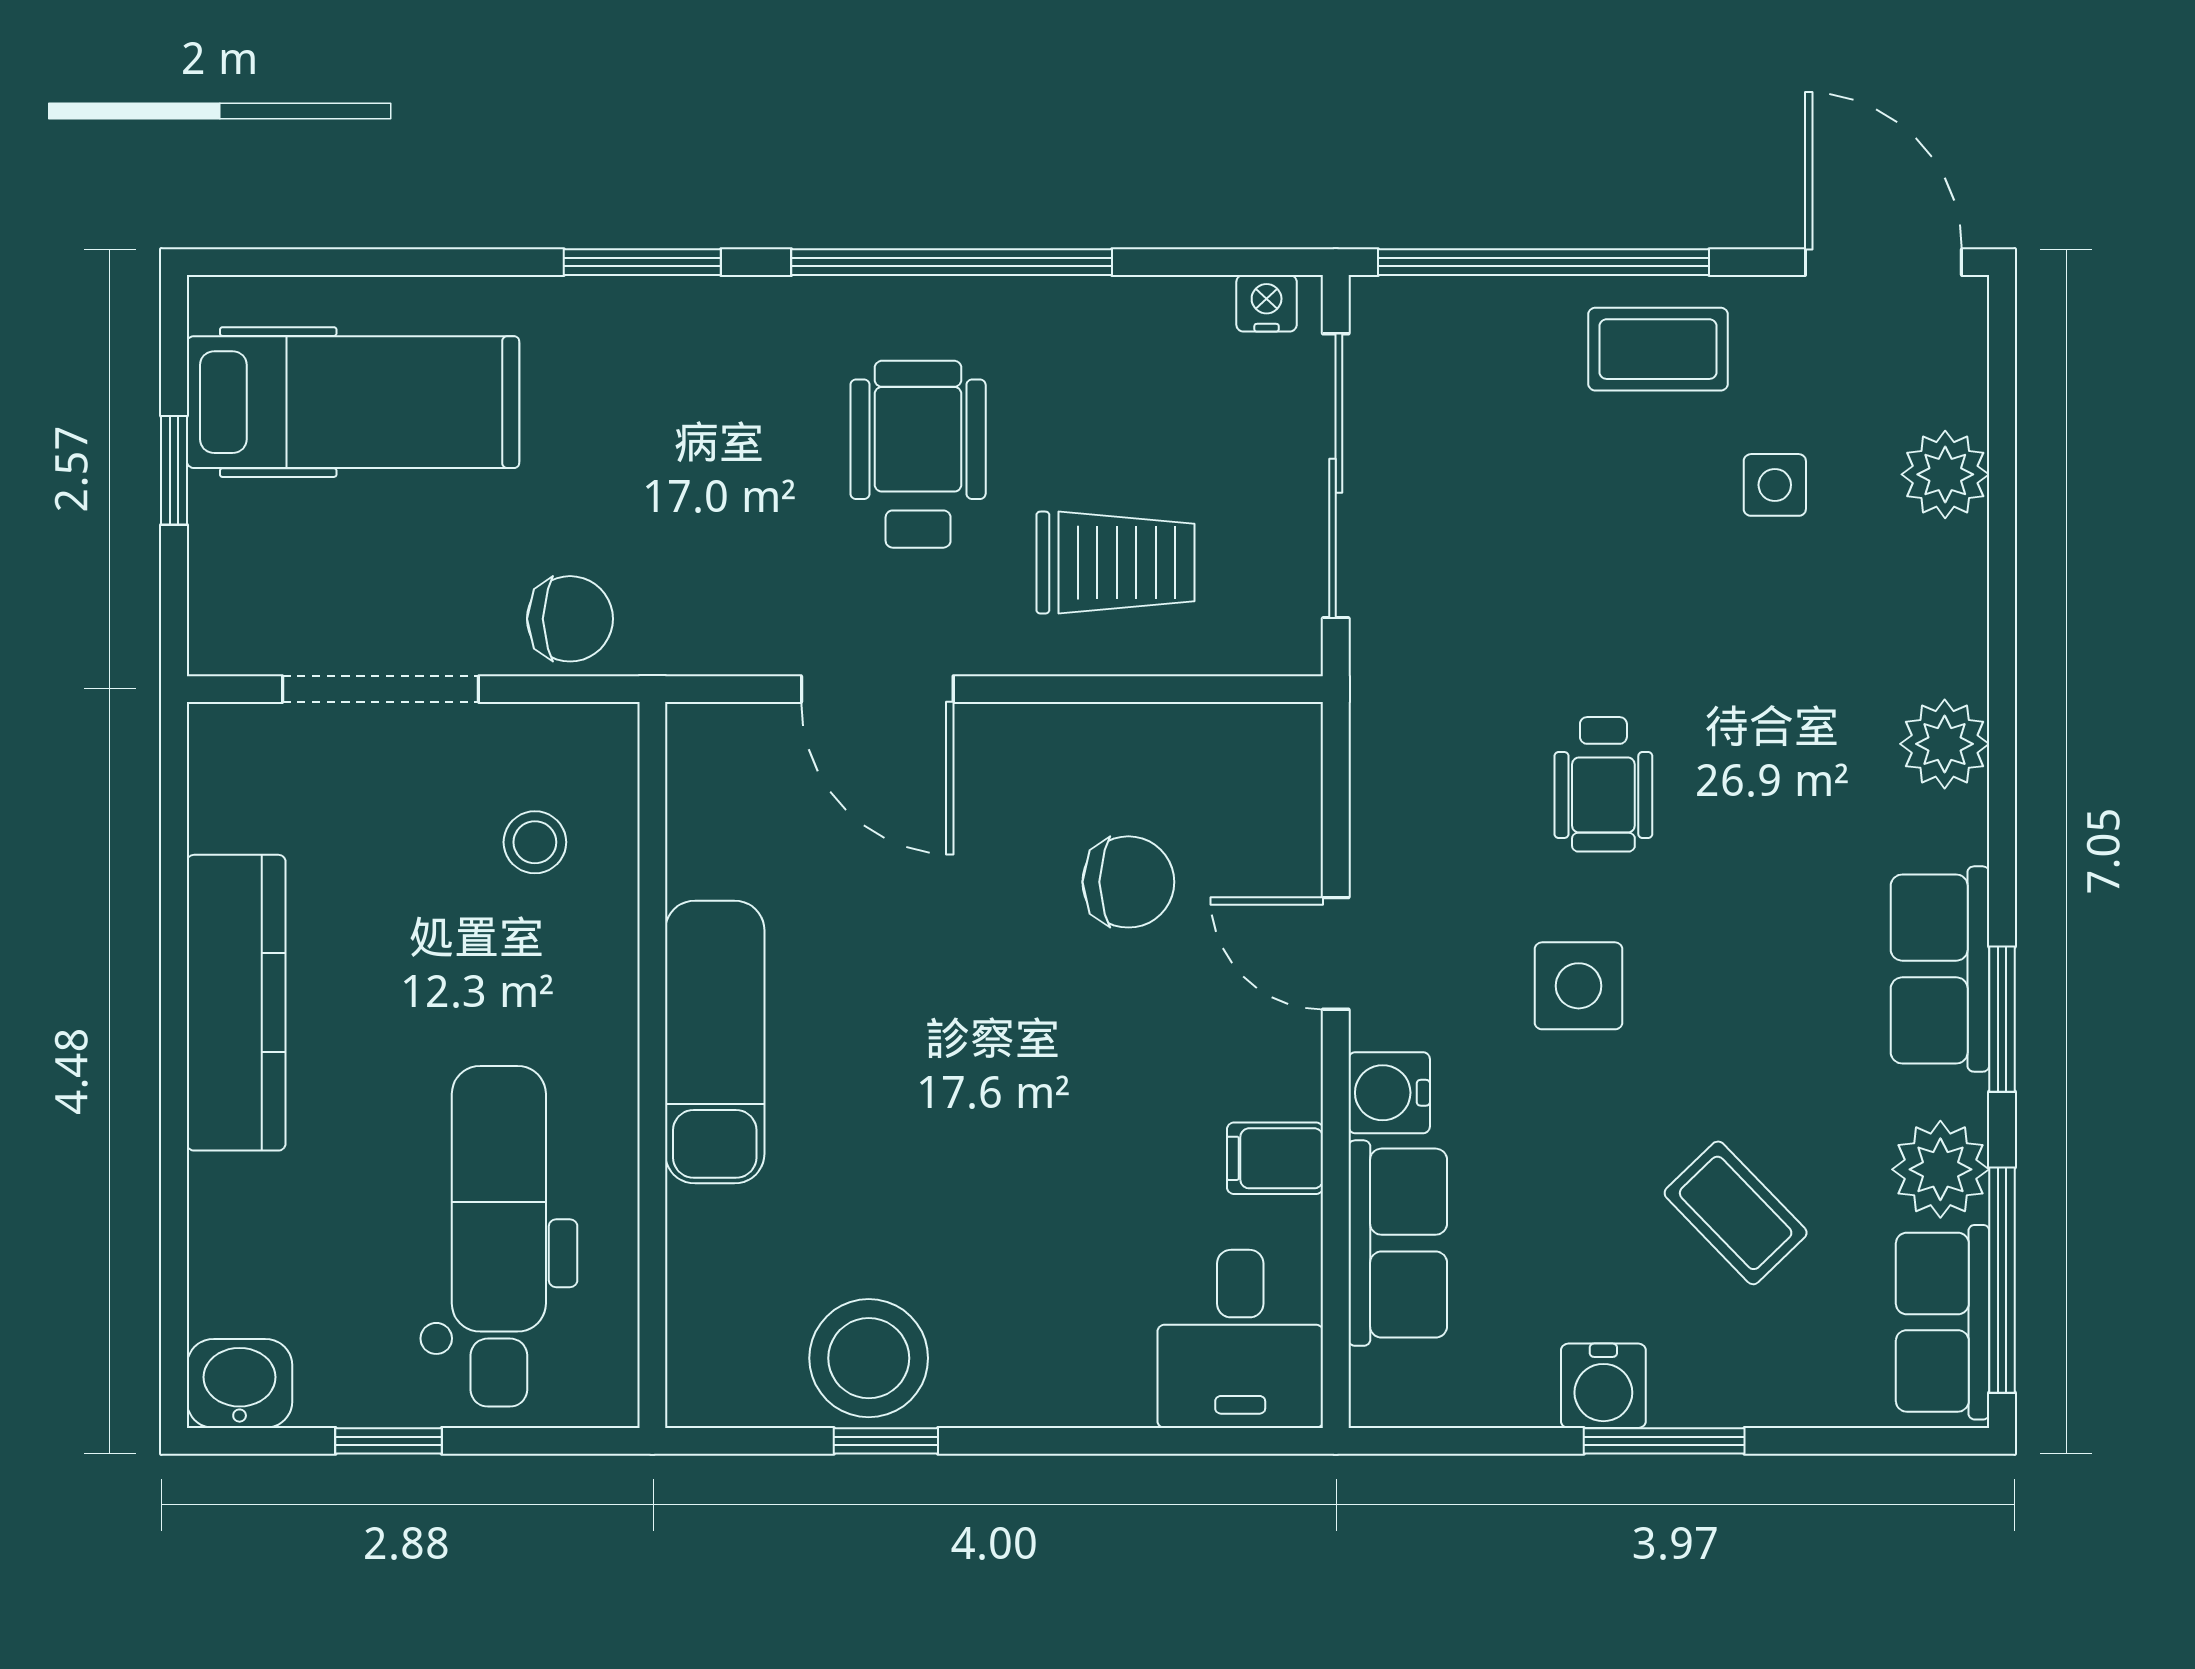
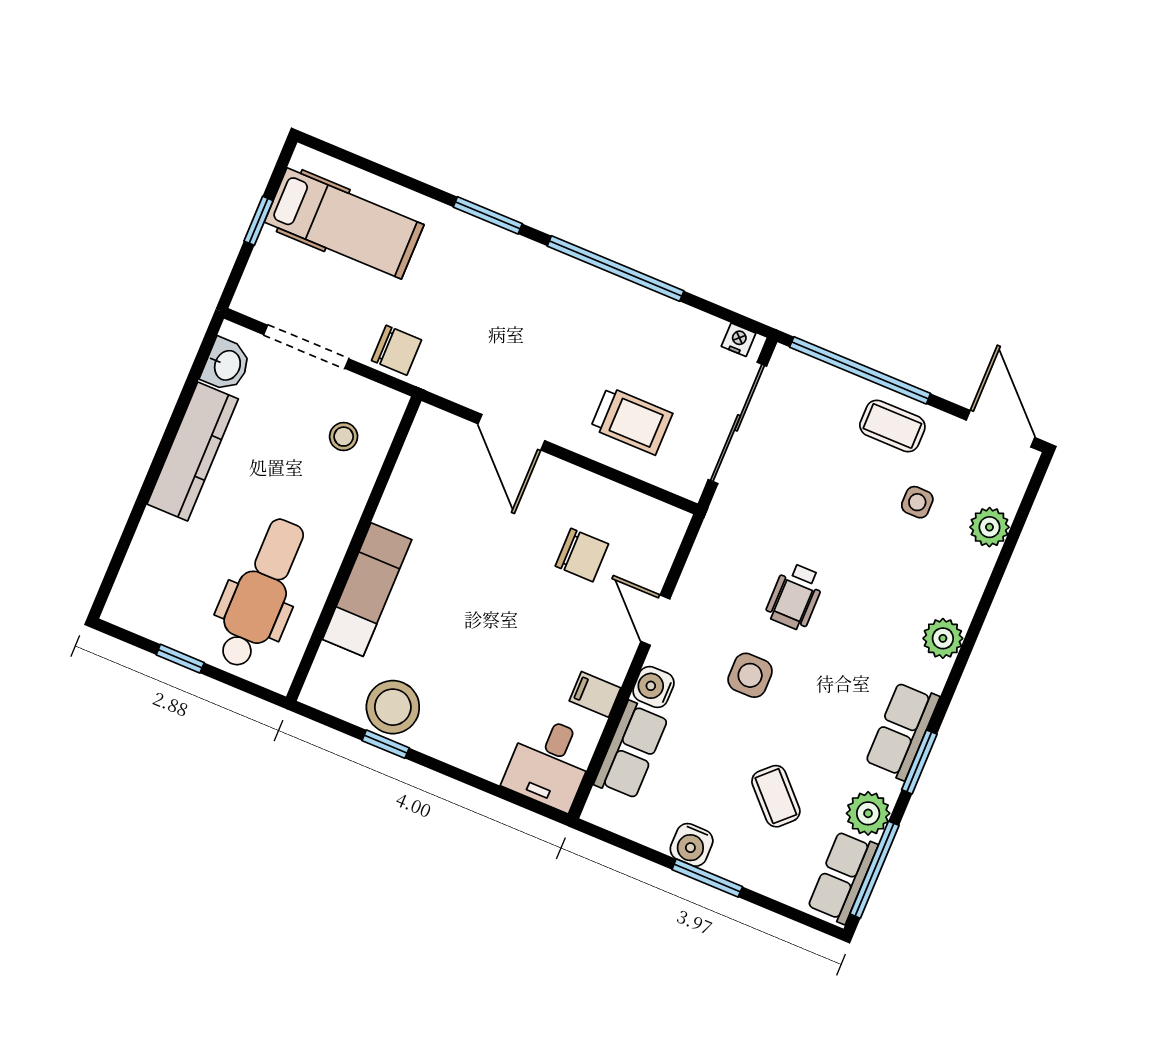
wheelchair: (918, 454) -> (569, 342), removed
exam couch: (715, 1042) -> (367, 590), moved
washbasin: (240, 1383) -> (226, 365), moved, turned 90

